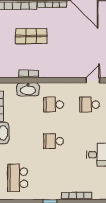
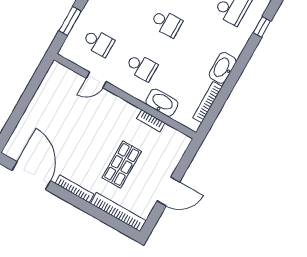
shop shelf: (31, 36) -> (122, 164), turned 90
door: (93, 80) -> (96, 80), moved

